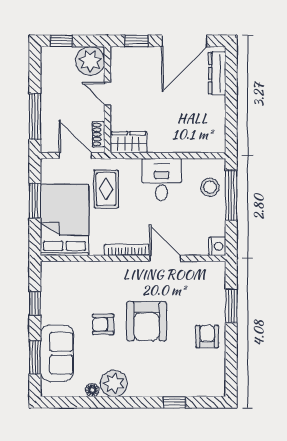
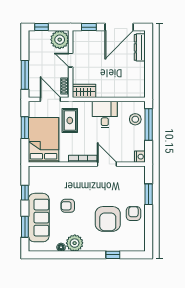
armchair: (147, 321) -> (108, 219), moved
sofa: (57, 353) -> (39, 218), width x1.36

